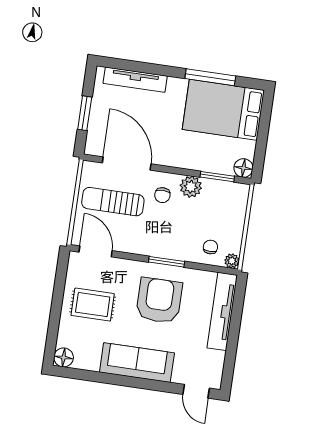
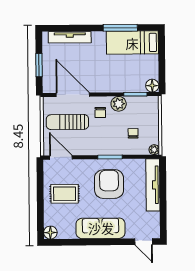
bed: (223, 110) -> (132, 43), width x0.67
chair: (210, 247) -> (133, 133), moved

